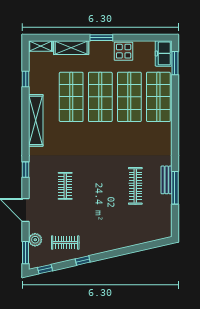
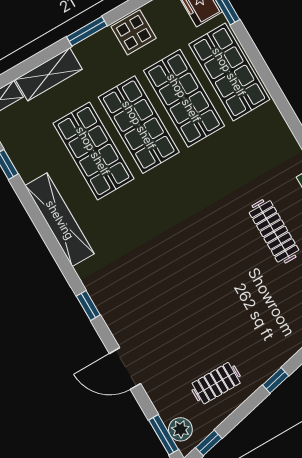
clothes rail: (65, 186) -> (165, 295), removed
plant: (35, 240) -> (180, 429), moved
window: (83, 260) -> (276, 380), moved

